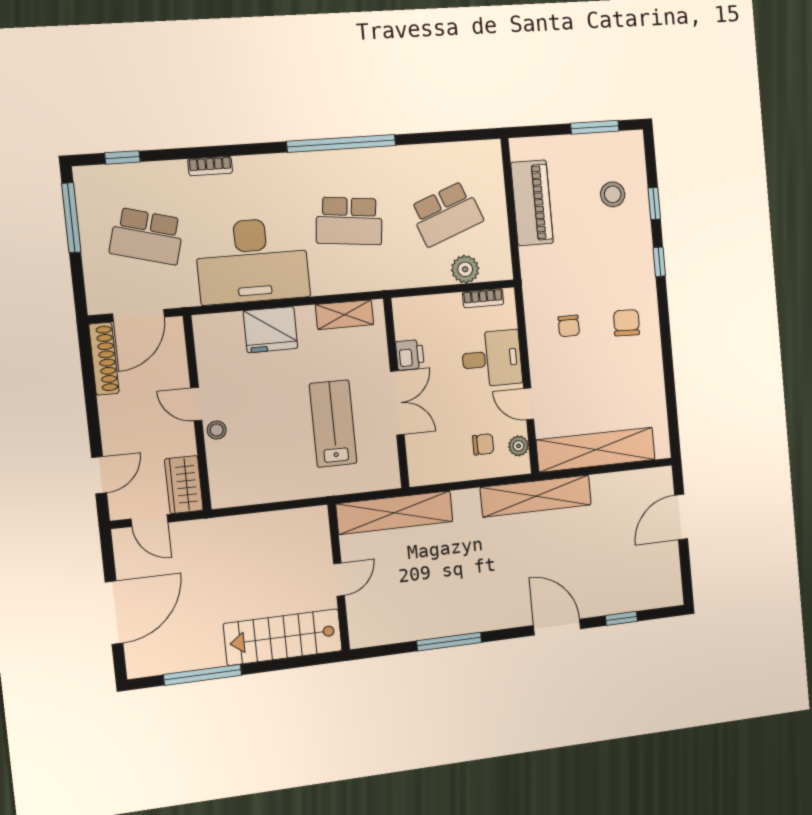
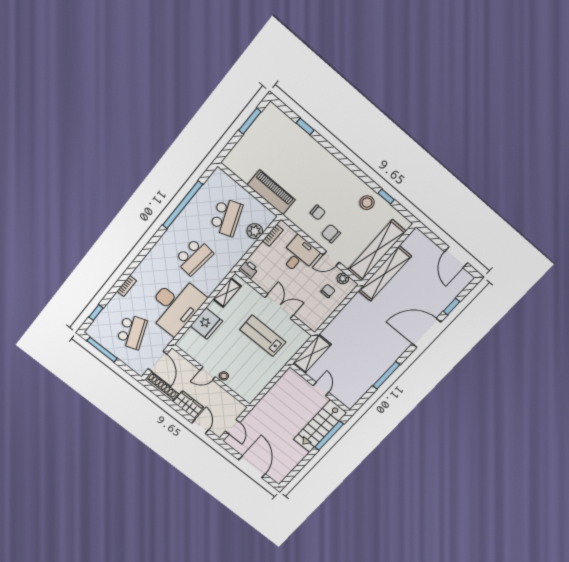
window: (341, 143) -> (183, 205), moved
stool: (613, 194) -> (367, 203), moved
piano: (532, 203) -> (271, 192), moved
school desk: (147, 236) -> (132, 332), turned -36
window: (659, 262) -> (386, 197), moved
chair: (626, 323) -> (331, 234), moved
printer: (410, 355) -> (248, 269), moved
wardrobe: (184, 485) -> (188, 405), moved, turned 180
shelving: (536, 496) -> (385, 274), moved
shelving: (395, 513) -> (312, 354), width x0.68
door: (681, 517) -> (456, 257), moved
door: (149, 521) -> (233, 427), hinge flipped
door: (557, 627) -> (426, 333), width x1.36
window: (203, 675) -> (329, 436), moved

